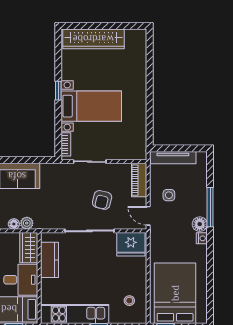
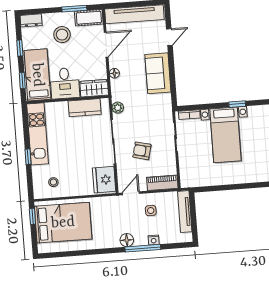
plant: (27, 223) -> (118, 108), moved
nightstand: (202, 238) -> (154, 240), moved

